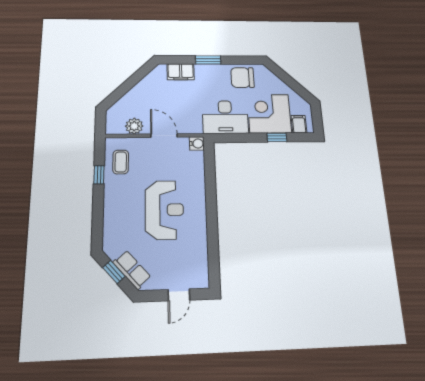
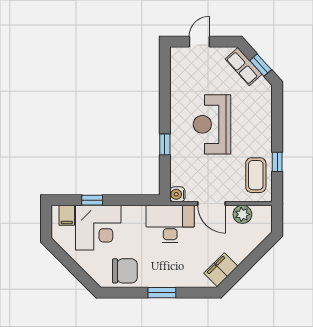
filing cabinet: (181, 72) -> (221, 270), moved, turned -45
desk: (225, 117) -> (170, 224), moved
coffee table: (121, 162) -> (256, 175), width x1.36, depth x1.30
window: (211, 189) -> (165, 144), added

